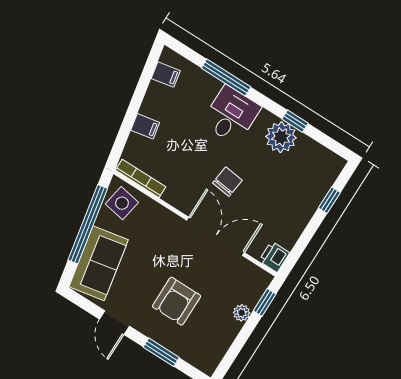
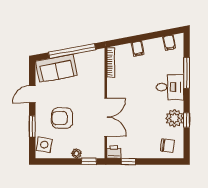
chair: (227, 182) -> (167, 146), moved
window: (329, 200) -> (129, 161), moved
side table: (122, 203) -> (44, 145), moved

